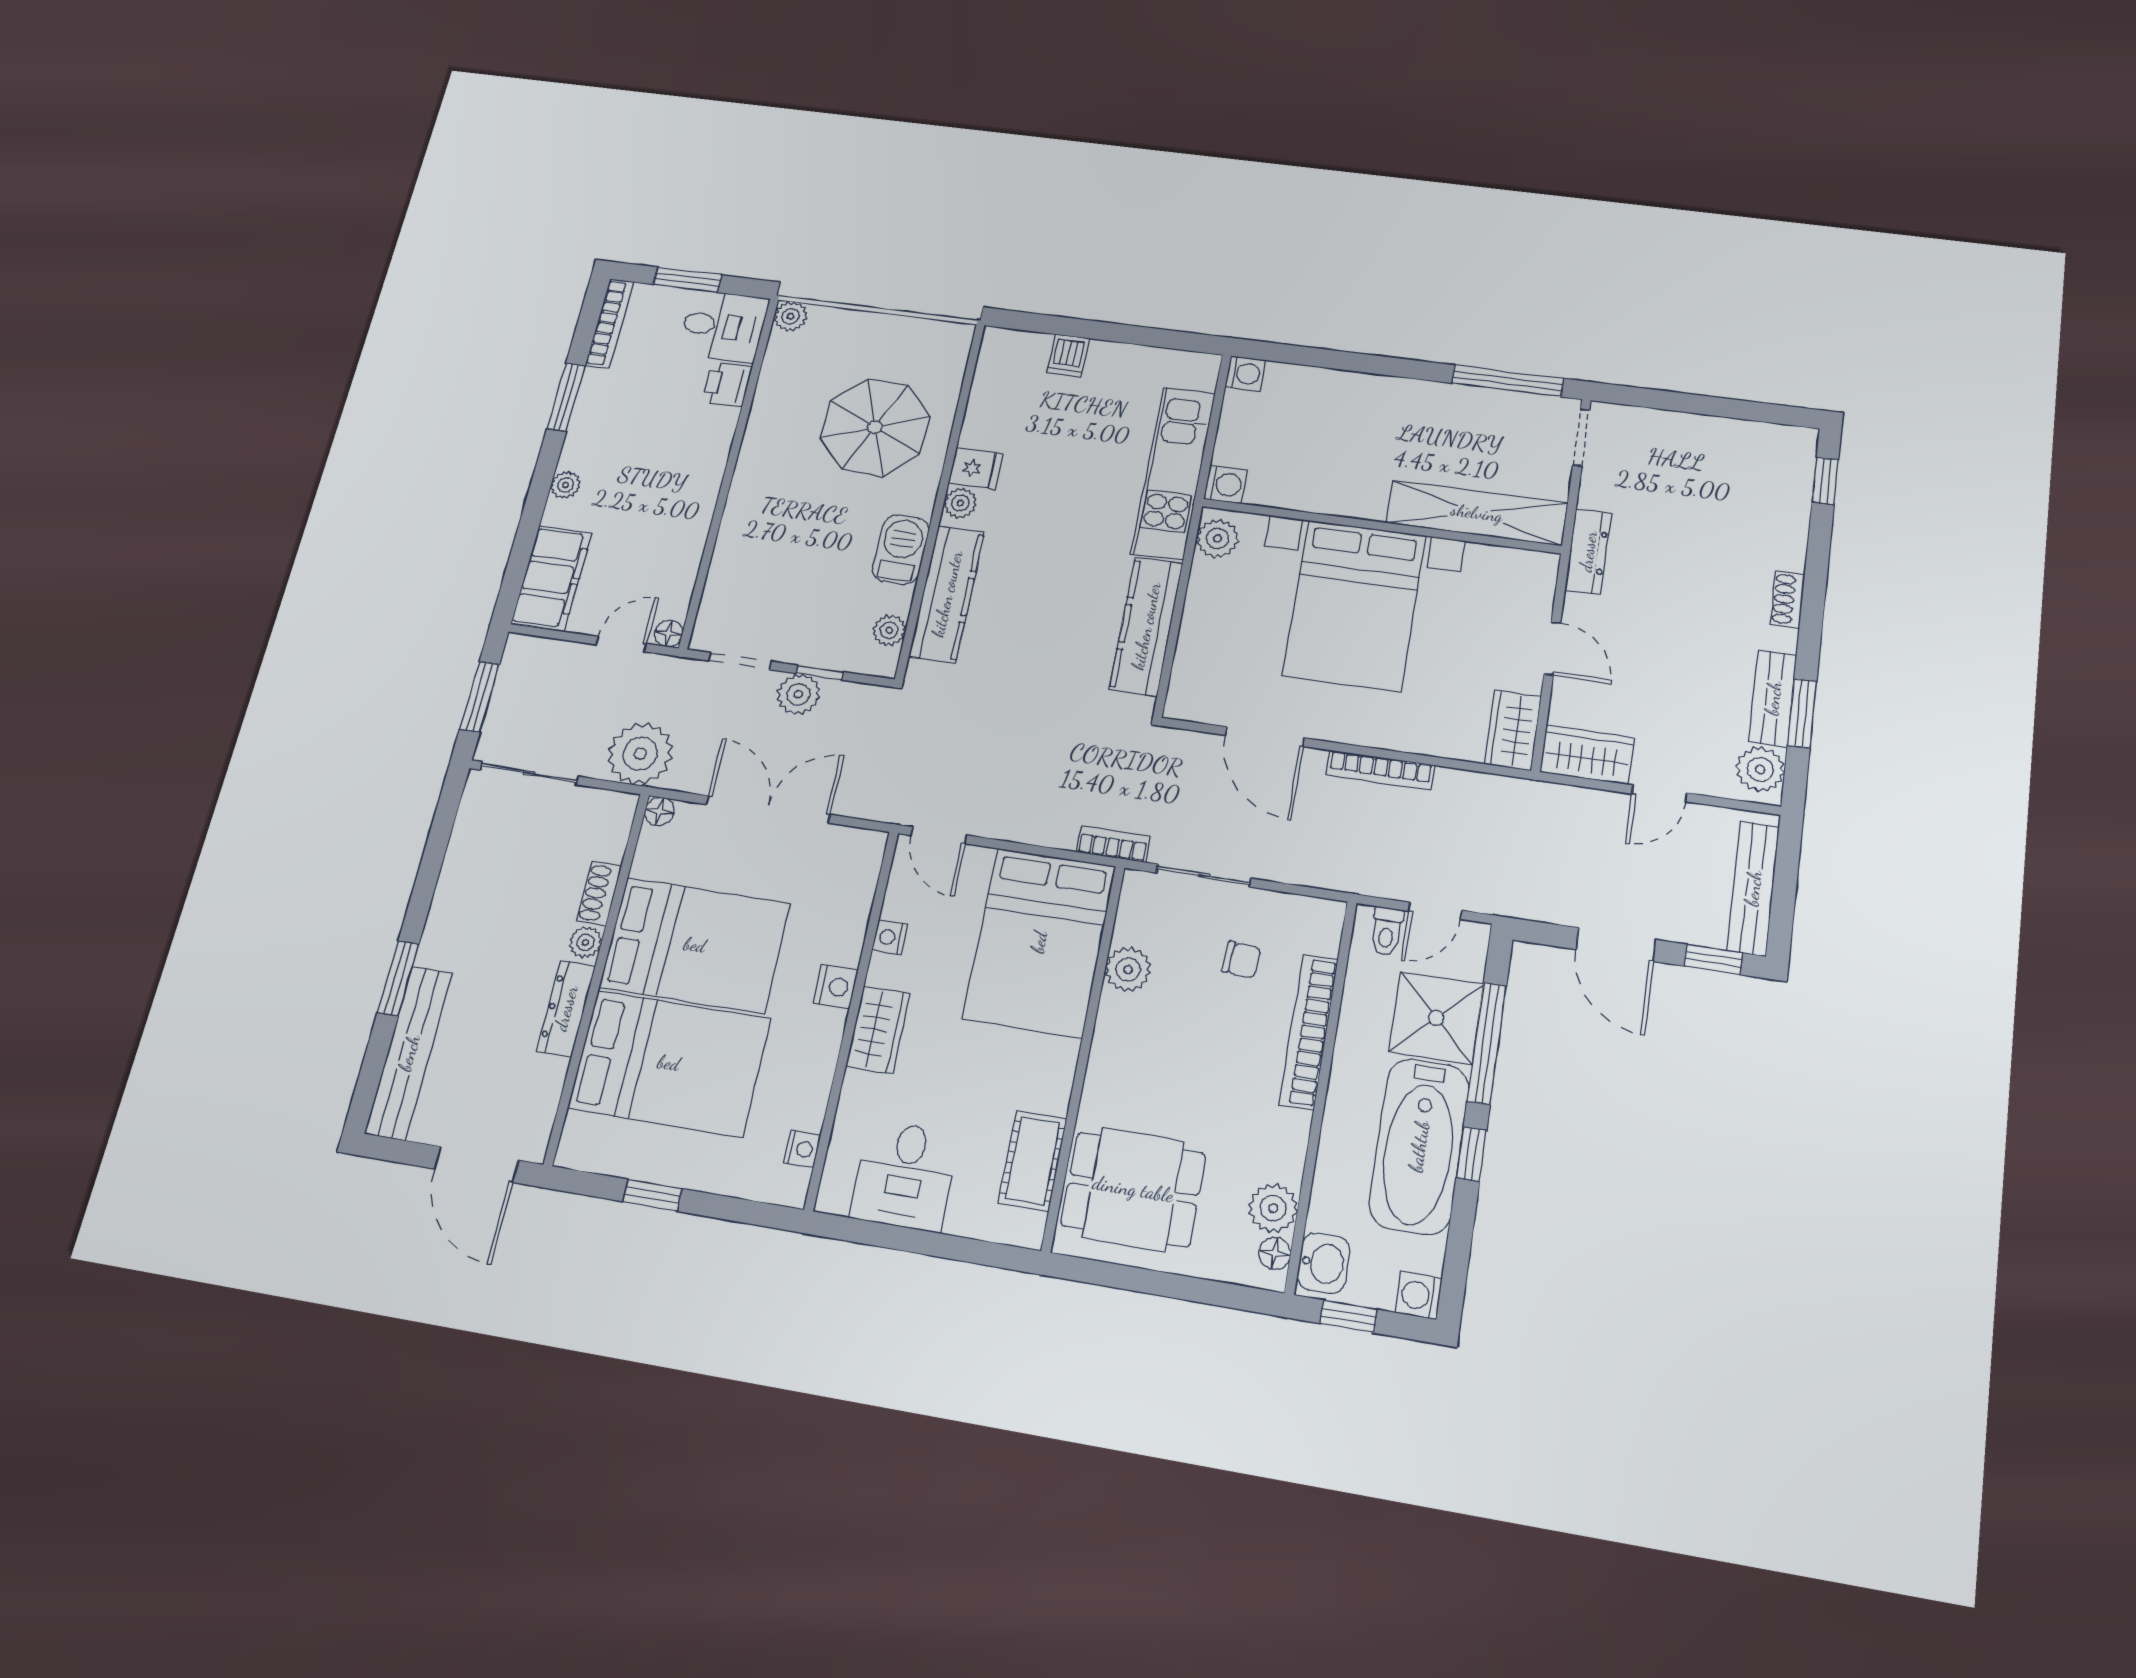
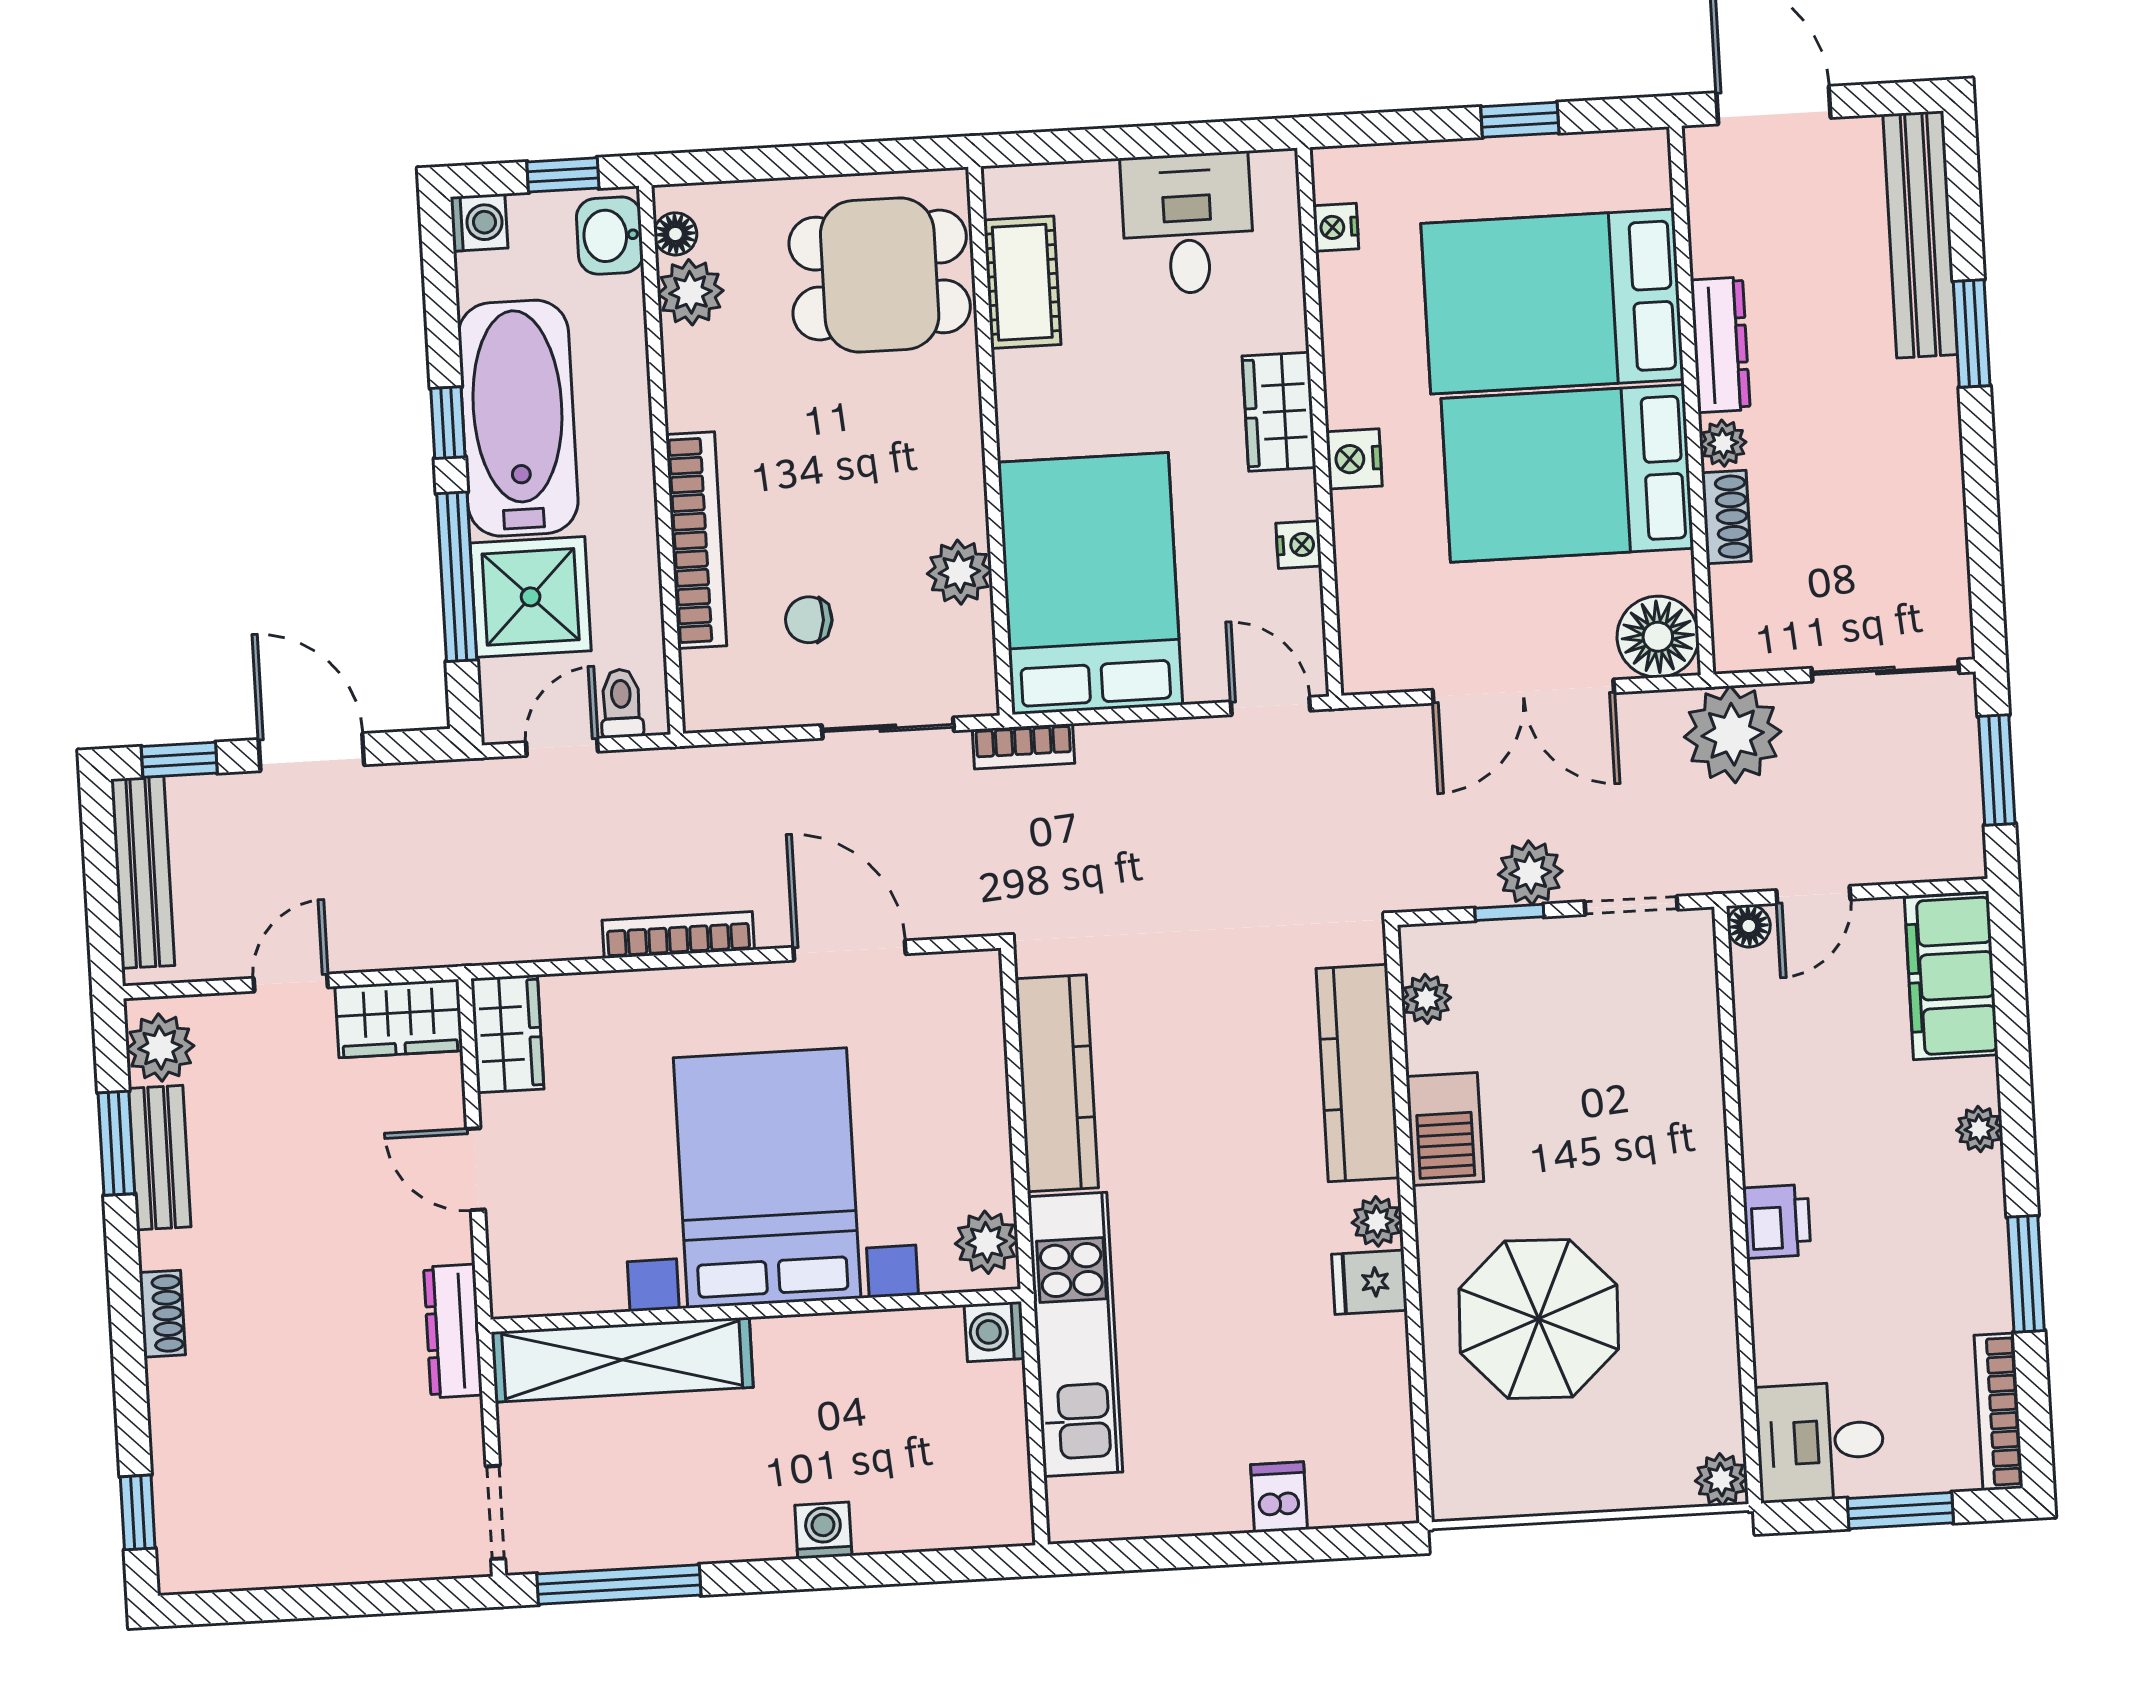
washing machine: (1245, 373) -> (823, 1530), moved, turned 90
printer: (727, 384) -> (1777, 1221), moved
floor lamp: (659, 811) -> (1658, 637), width x1.89, depth x1.89

